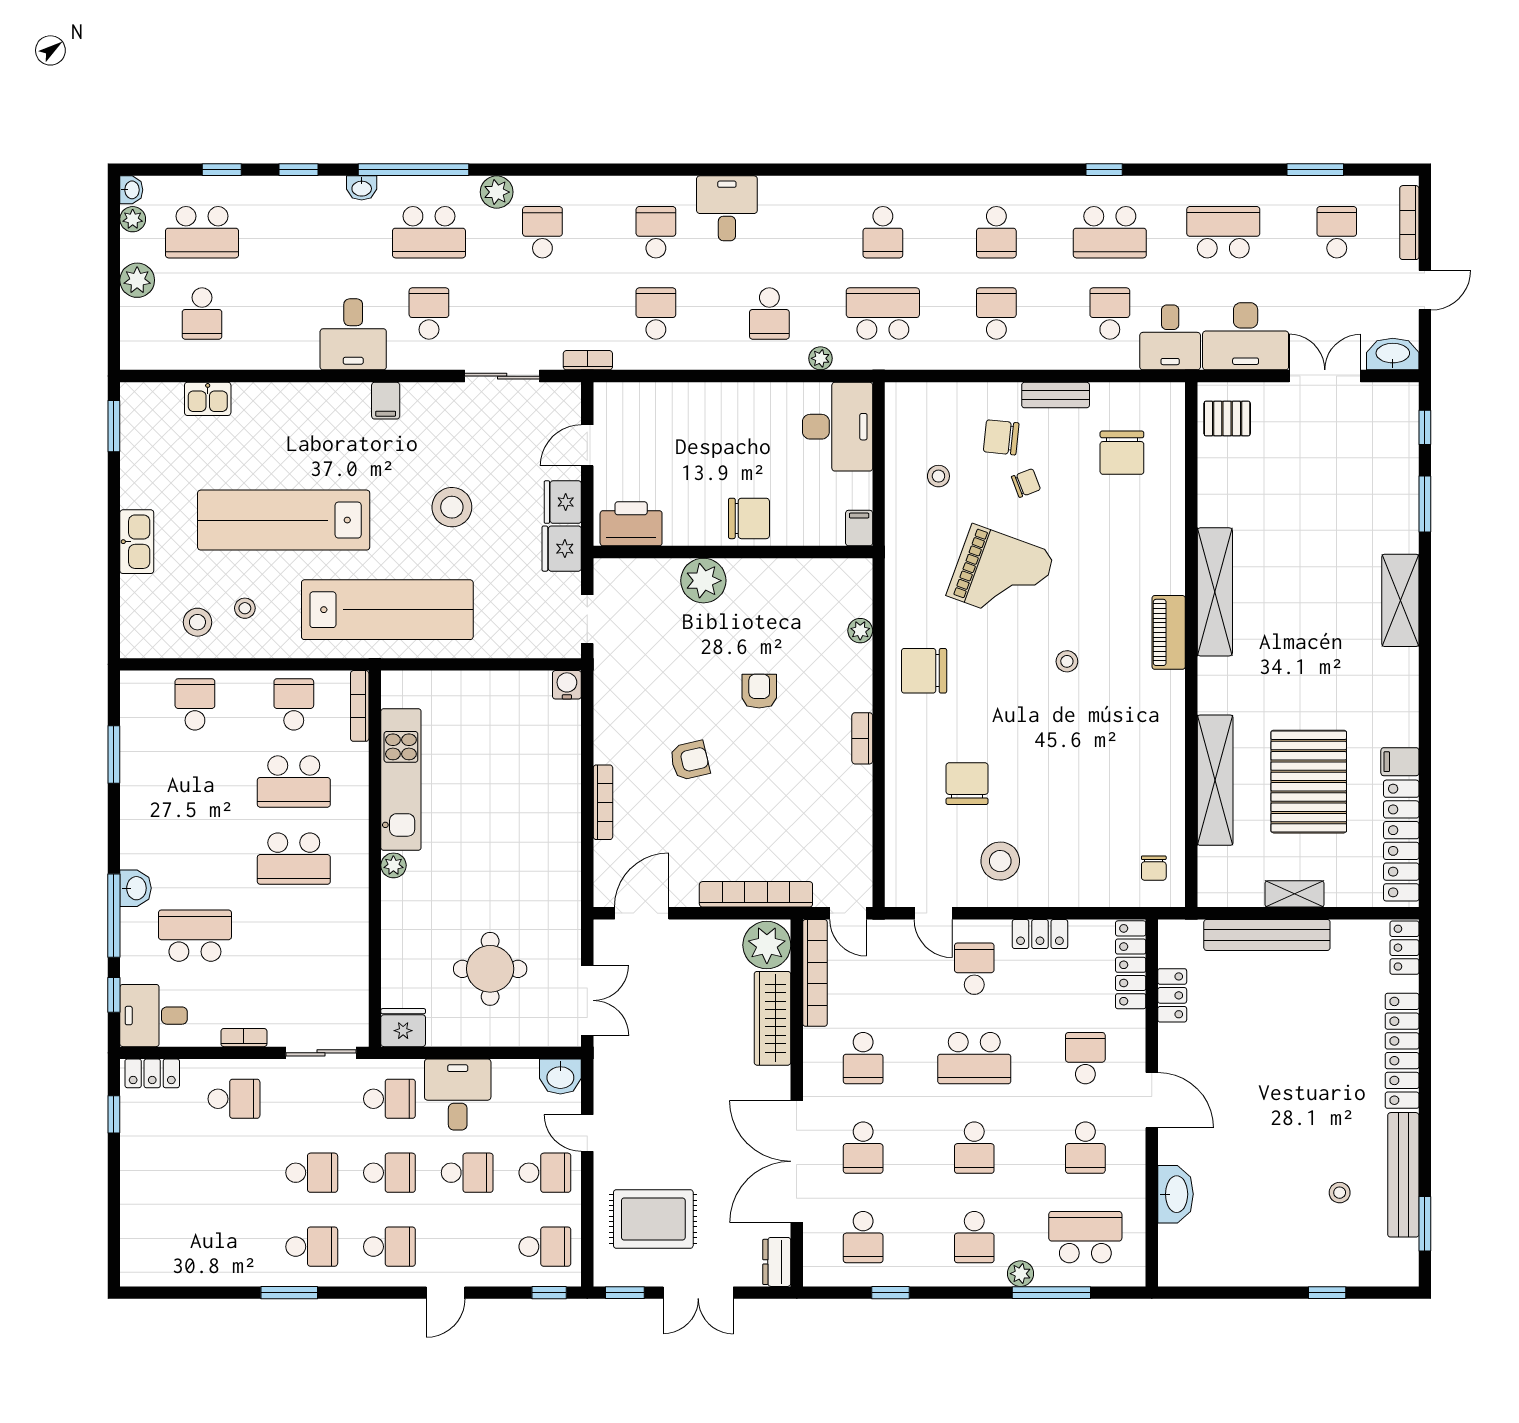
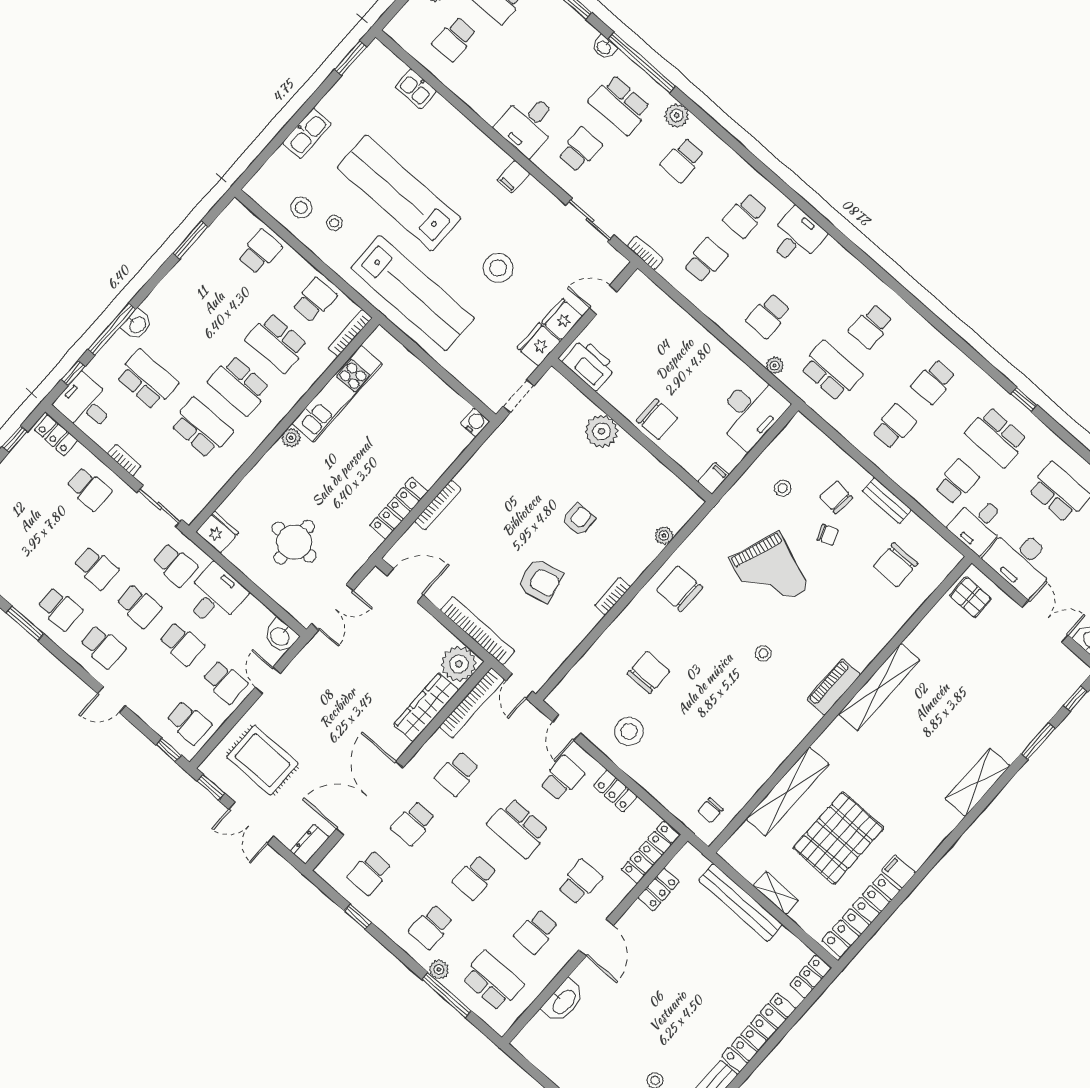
school desk: (542, 232) -> (682, 160), turned 180
school desk: (656, 232) -> (745, 215), turned 180
armchair: (690, 760) -> (540, 580), moved, width x1.38, depth x1.38
locker: (566, 841) -> (399, 508), added
school desk: (294, 936) -> (202, 428), added

